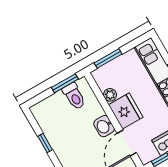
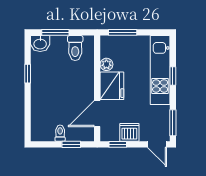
window: (65, 83) -> (55, 32), moved
washbasin: (104, 126) -> (40, 44), moved, turned -90

